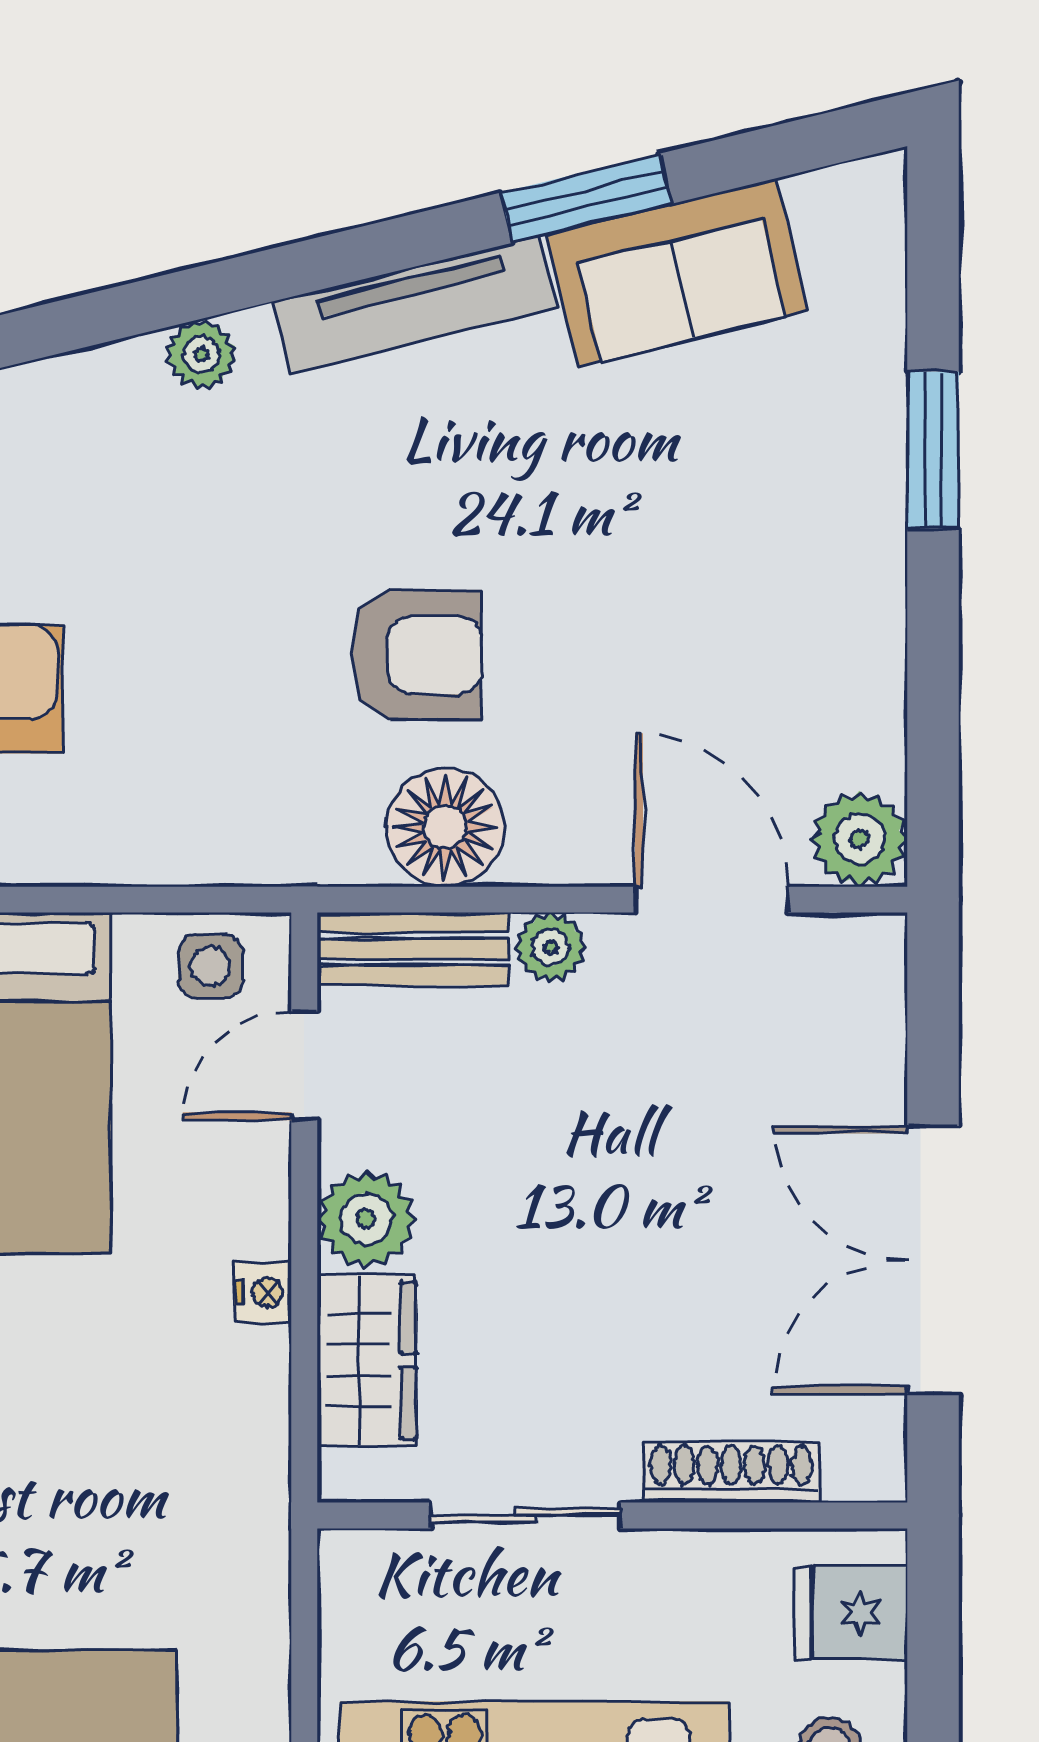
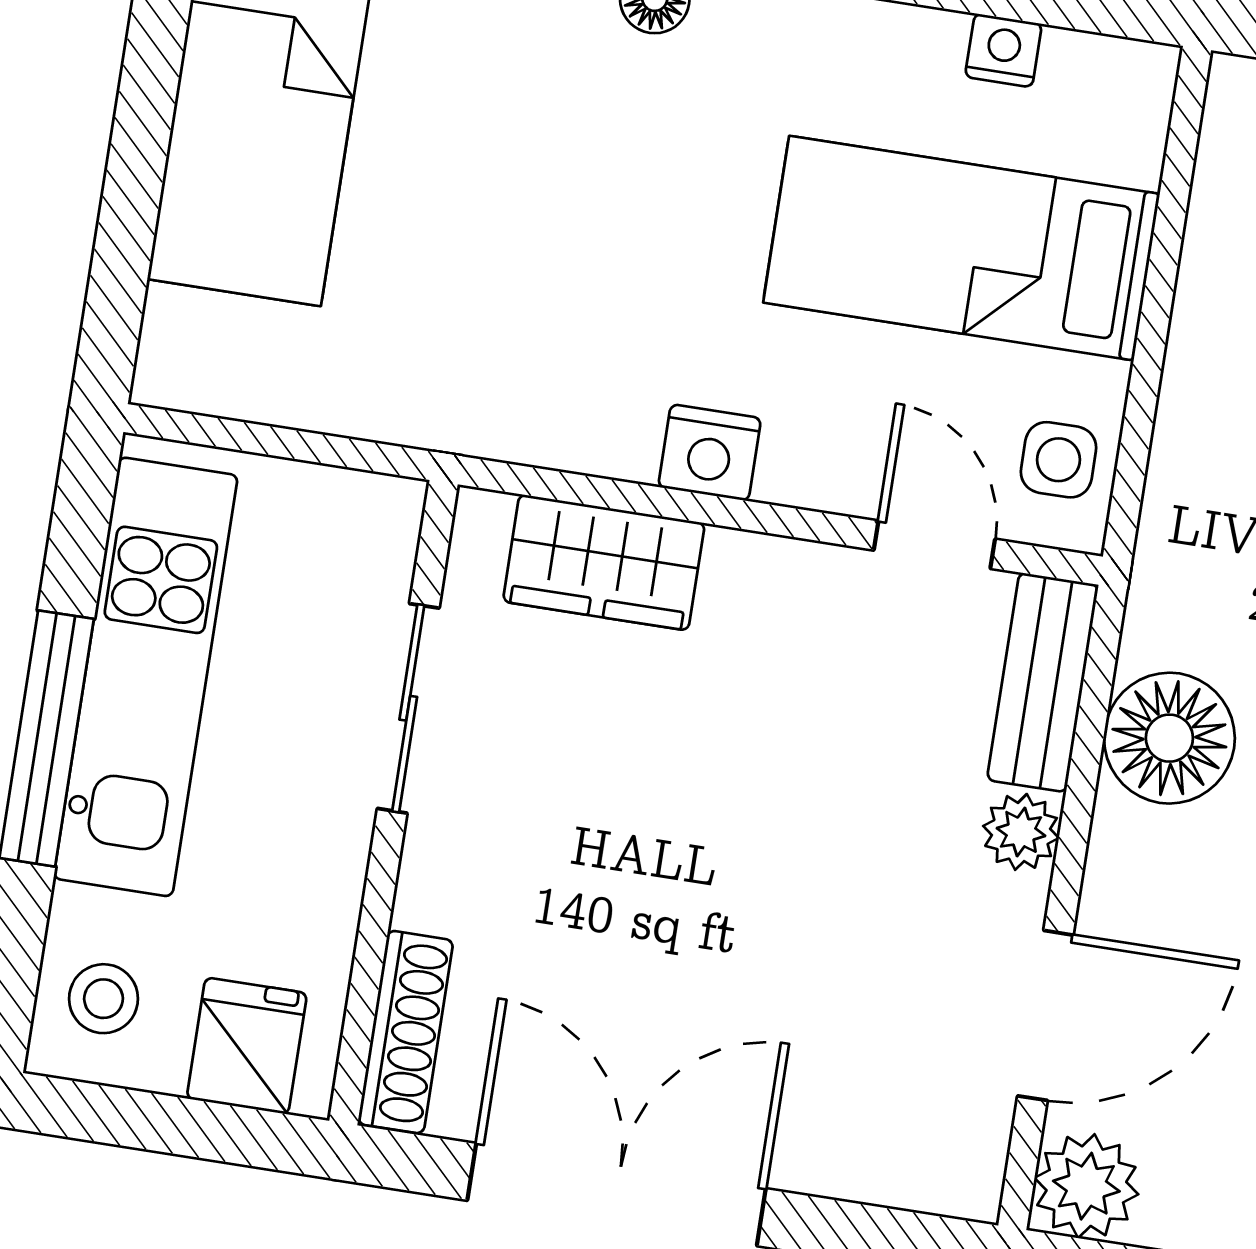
plant: (366, 1219) -> (757, 586), removed
nightstand: (263, 1292) -> (710, 453), width x1.39, depth x1.35
shoe rack: (731, 1472) -> (406, 1032), moved

